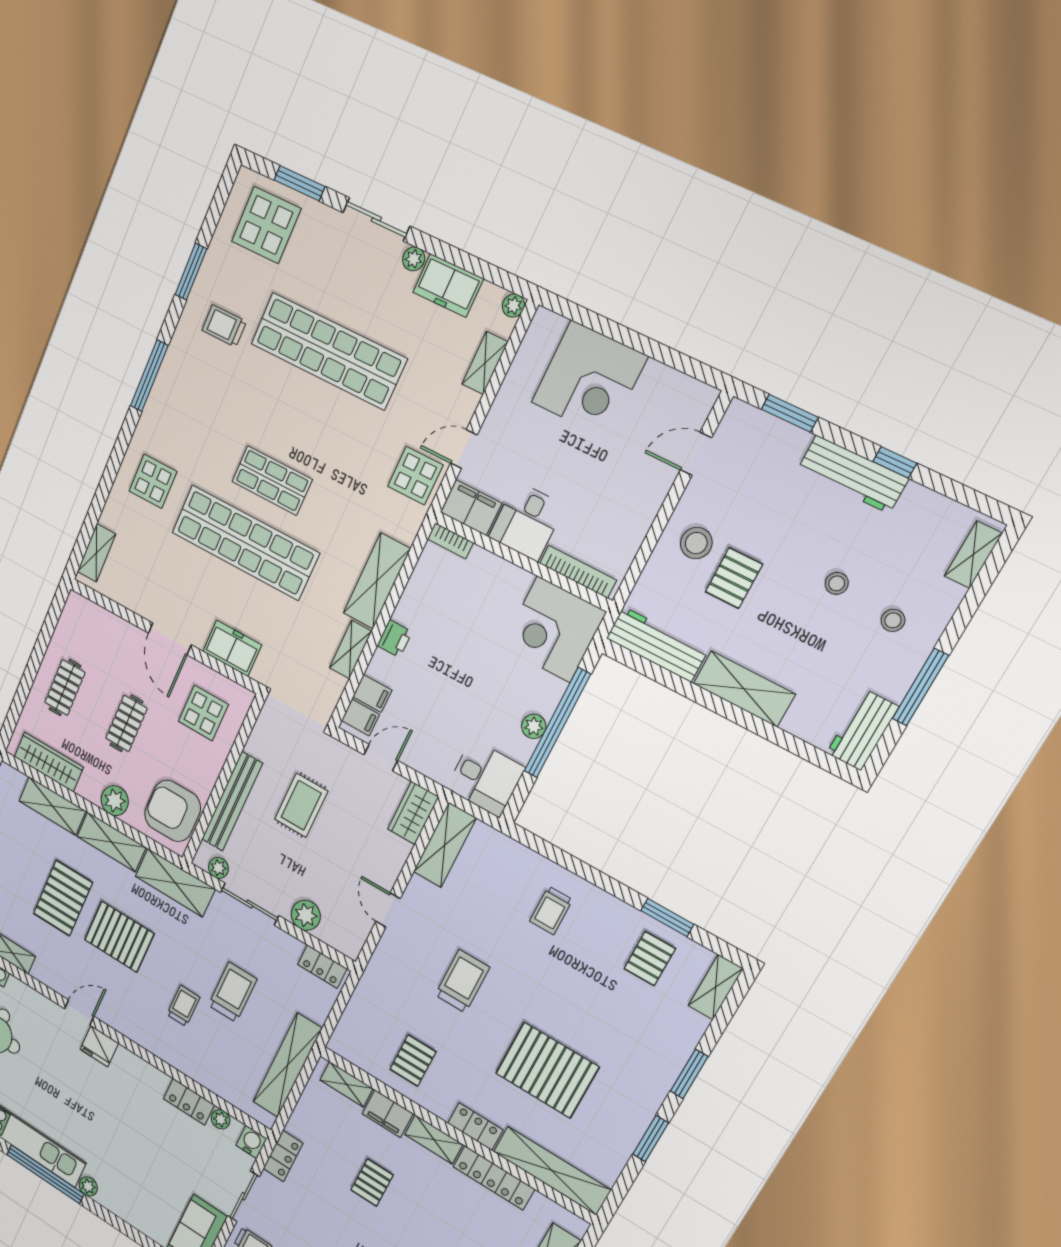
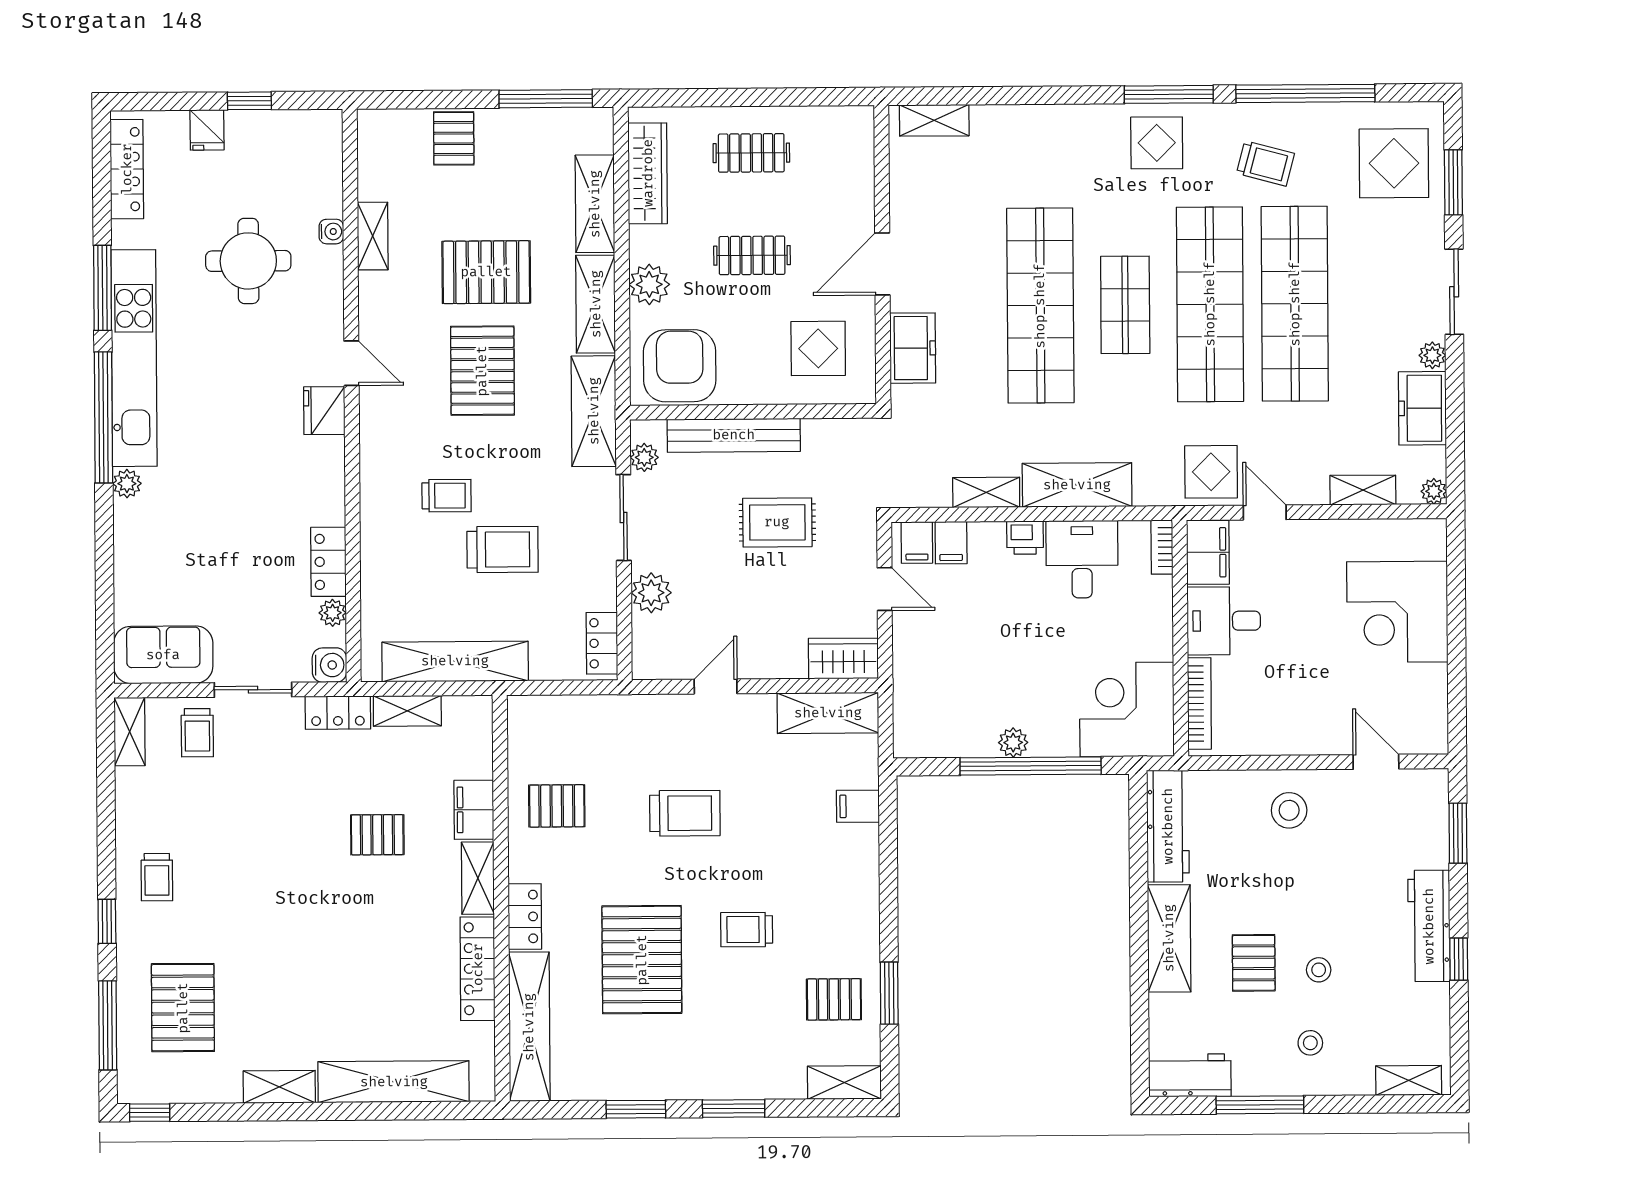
window: (191, 272) -> (1305, 93), width x2.11
trolley: (224, 326) -> (1265, 163), turned 105
shop shelf: (300, 417) -> (1210, 304), added
display table: (153, 481) -> (1157, 143), moved
pallet: (734, 578) -> (1254, 963), moved, turned 90
desk: (486, 778) -> (1082, 559), moved, turned 180
filing cabinet: (520, 862) -> (858, 806), added
trolley: (551, 910) -> (747, 930), moved
shelving: (346, 1084) -> (407, 711), moved, turned 90

